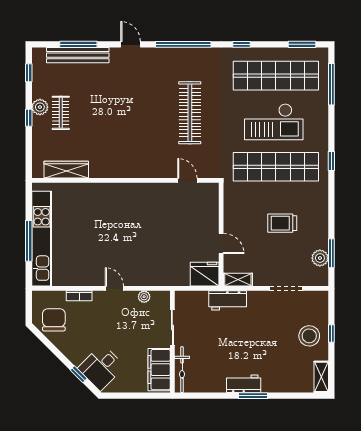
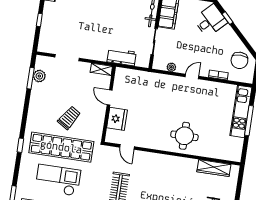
round table: (113, 207) -> (184, 136), added
trolley: (282, 223) -> (69, 118), moved, turned -58
kitchen unit: (42, 239) -> (241, 111), width x0.73
fridge: (205, 274) -> (117, 119), moved, turned -90
door: (114, 288) -> (192, 77), swing flipped
workbench: (228, 300) -> (122, 57), moved
stool: (309, 336) -> (56, 21), removed

